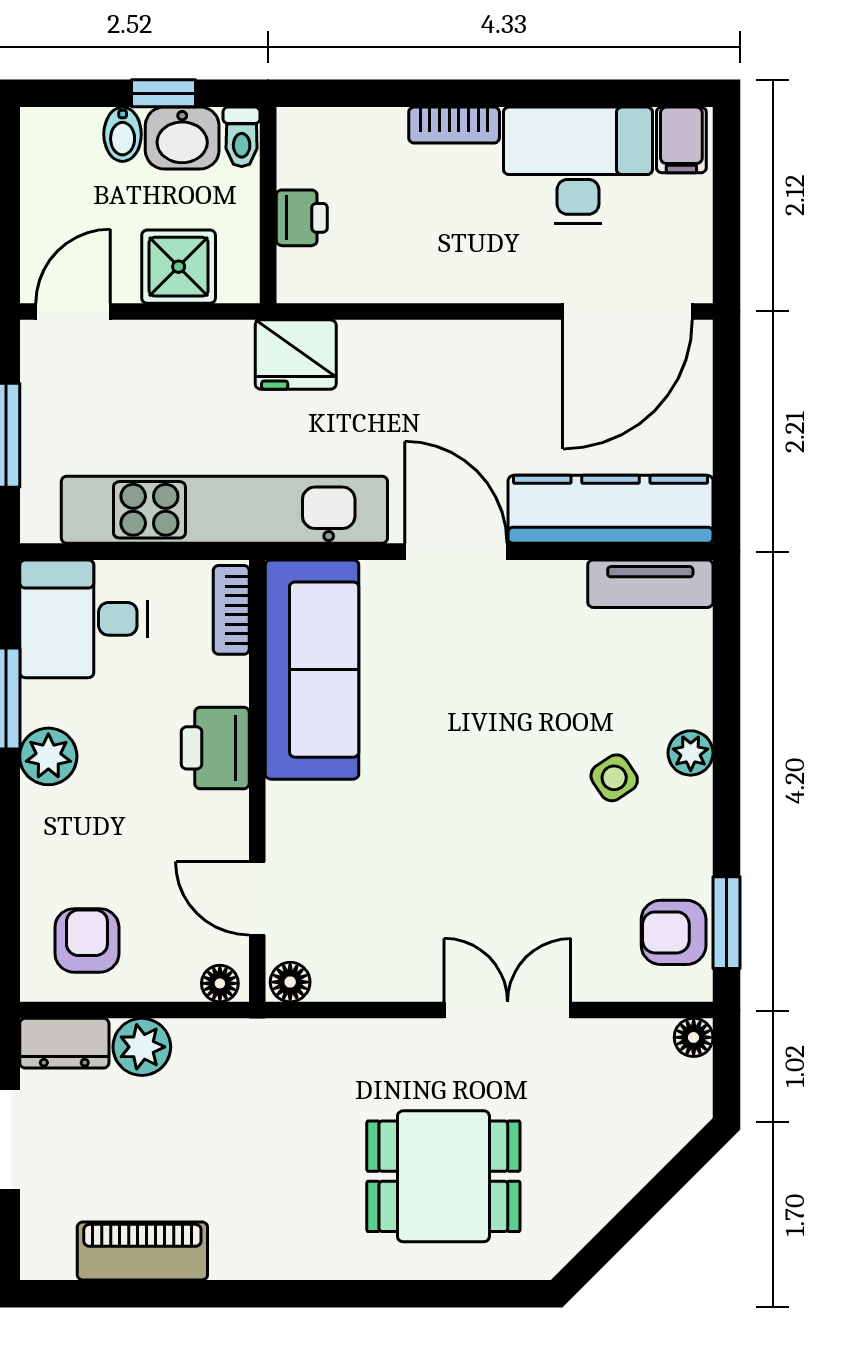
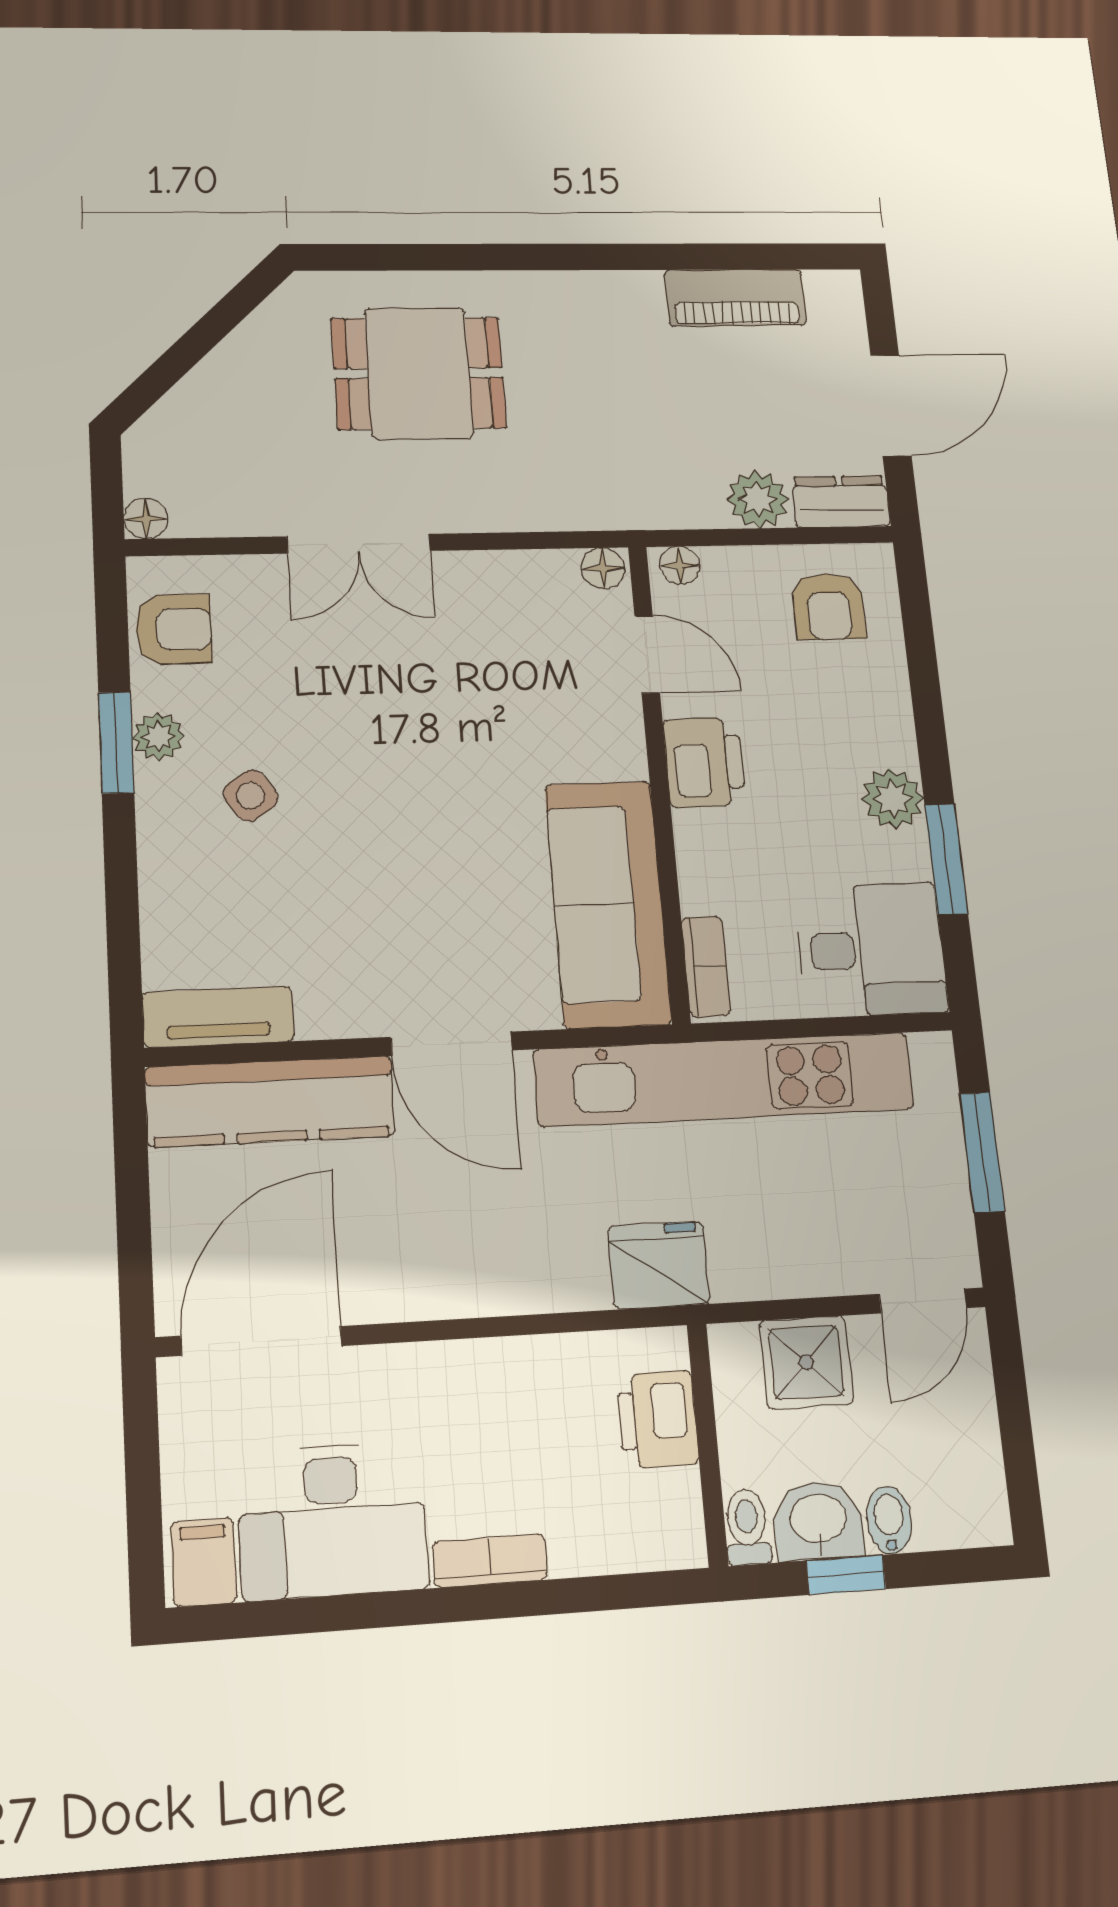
printer: (302, 218) -> (658, 1419), width x1.36, depth x1.24
printer: (215, 748) -> (704, 762), moved
plant: (691, 753) -> (158, 737), moved
window: (726, 923) -> (116, 743), moved

